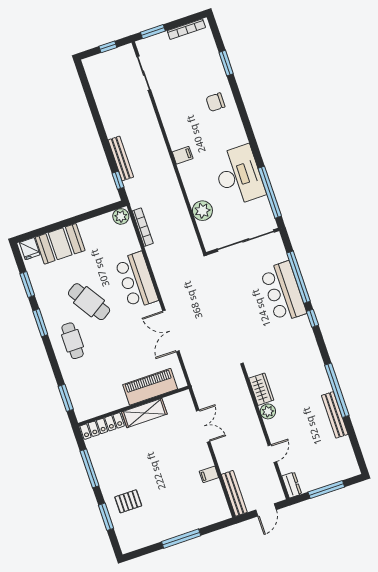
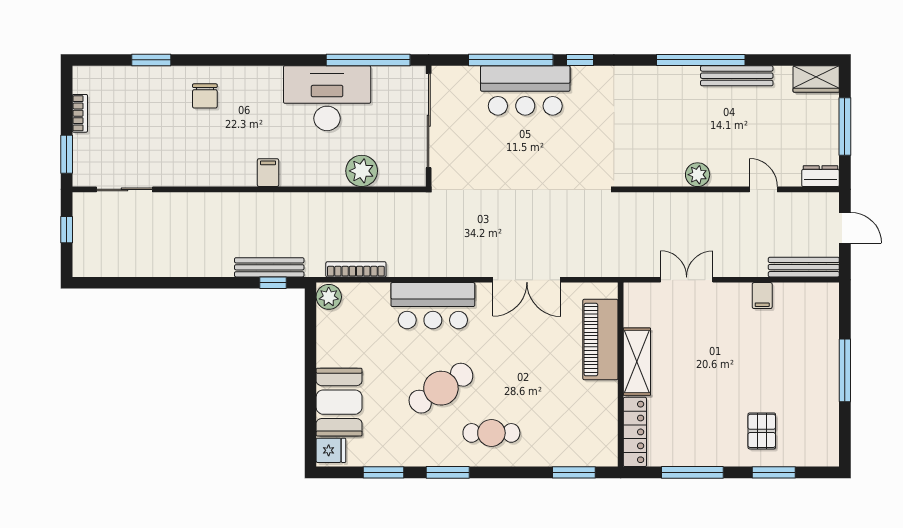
bookcase: (186, 29) -> (80, 113), width x0.64
bench: (121, 158) -> (269, 267), moved
wardrobe: (261, 389) -> (816, 79), moved, turned 180

